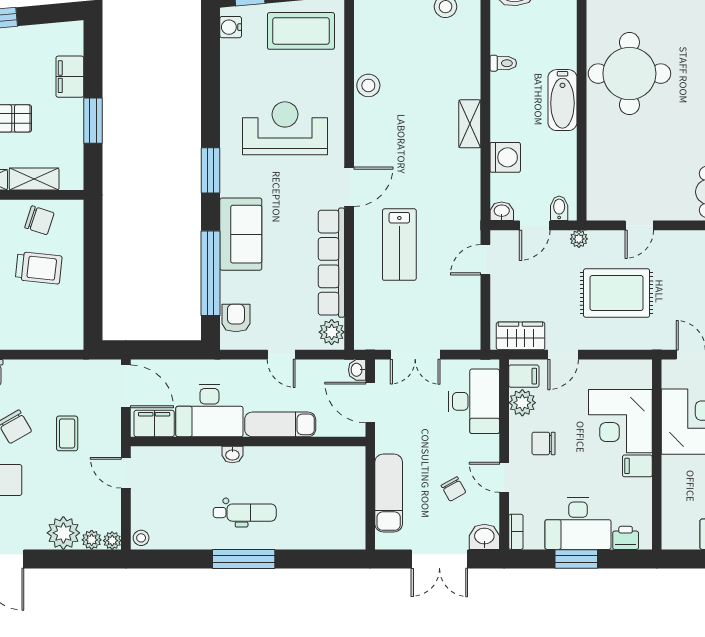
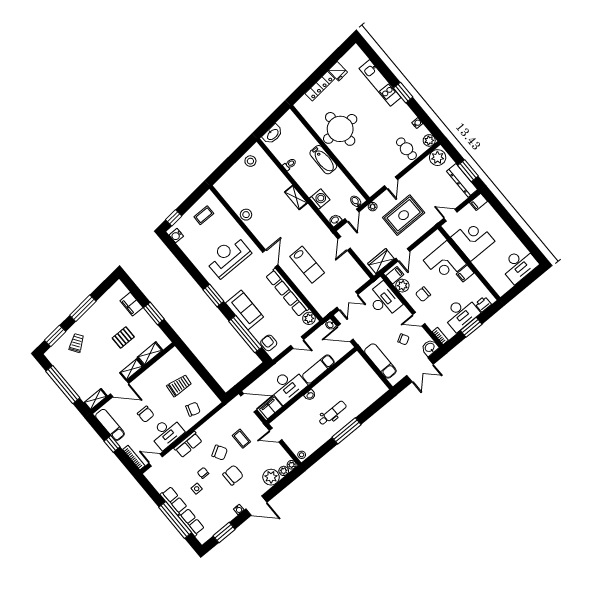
coffee table: (301, 31) -> (204, 215), width x0.54, depth x0.58
chair: (39, 220) -> (193, 409), moved

